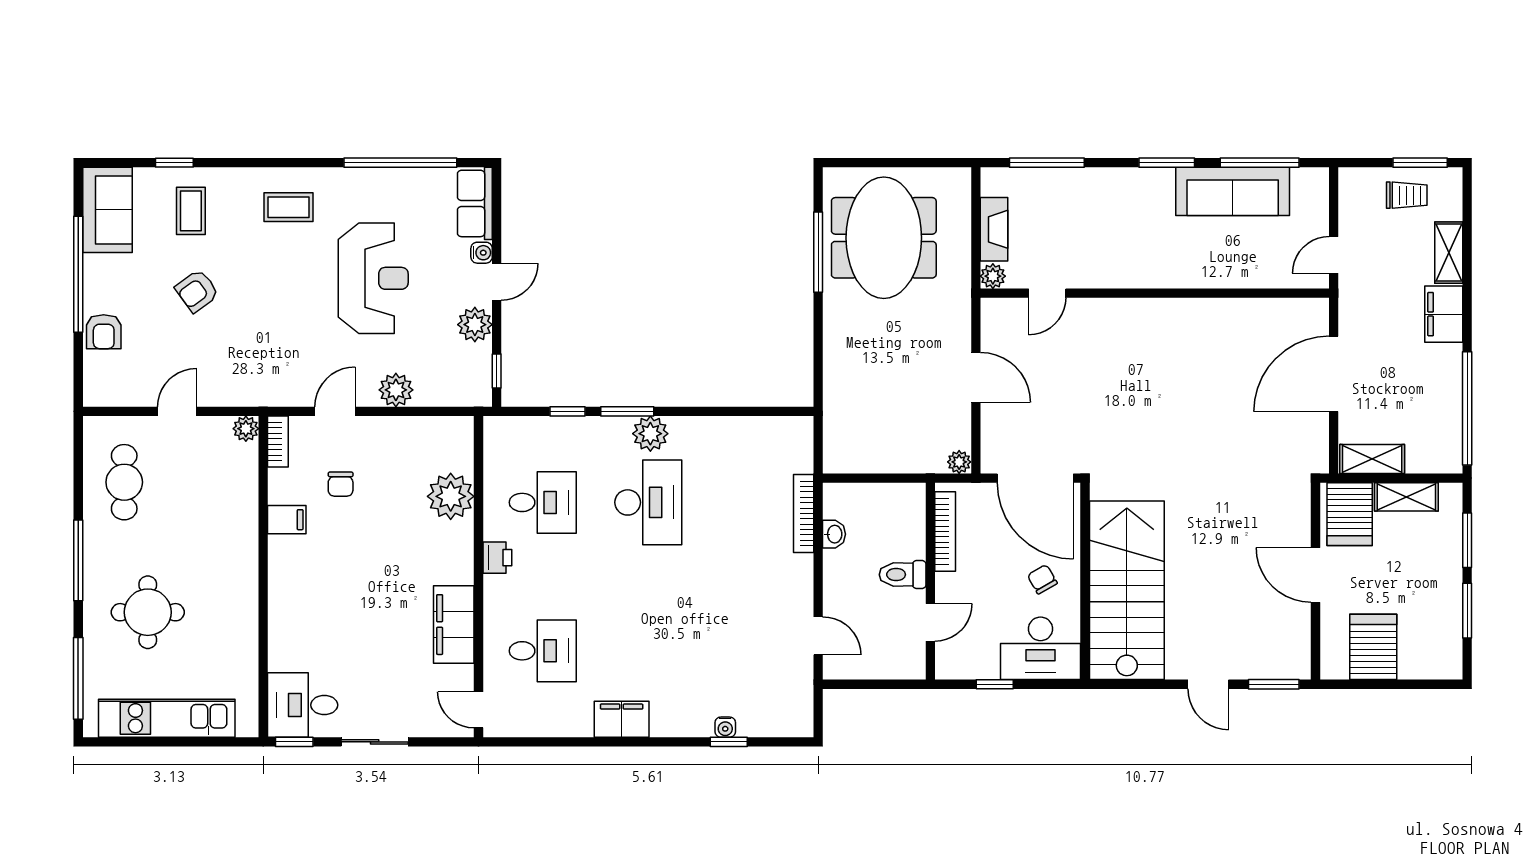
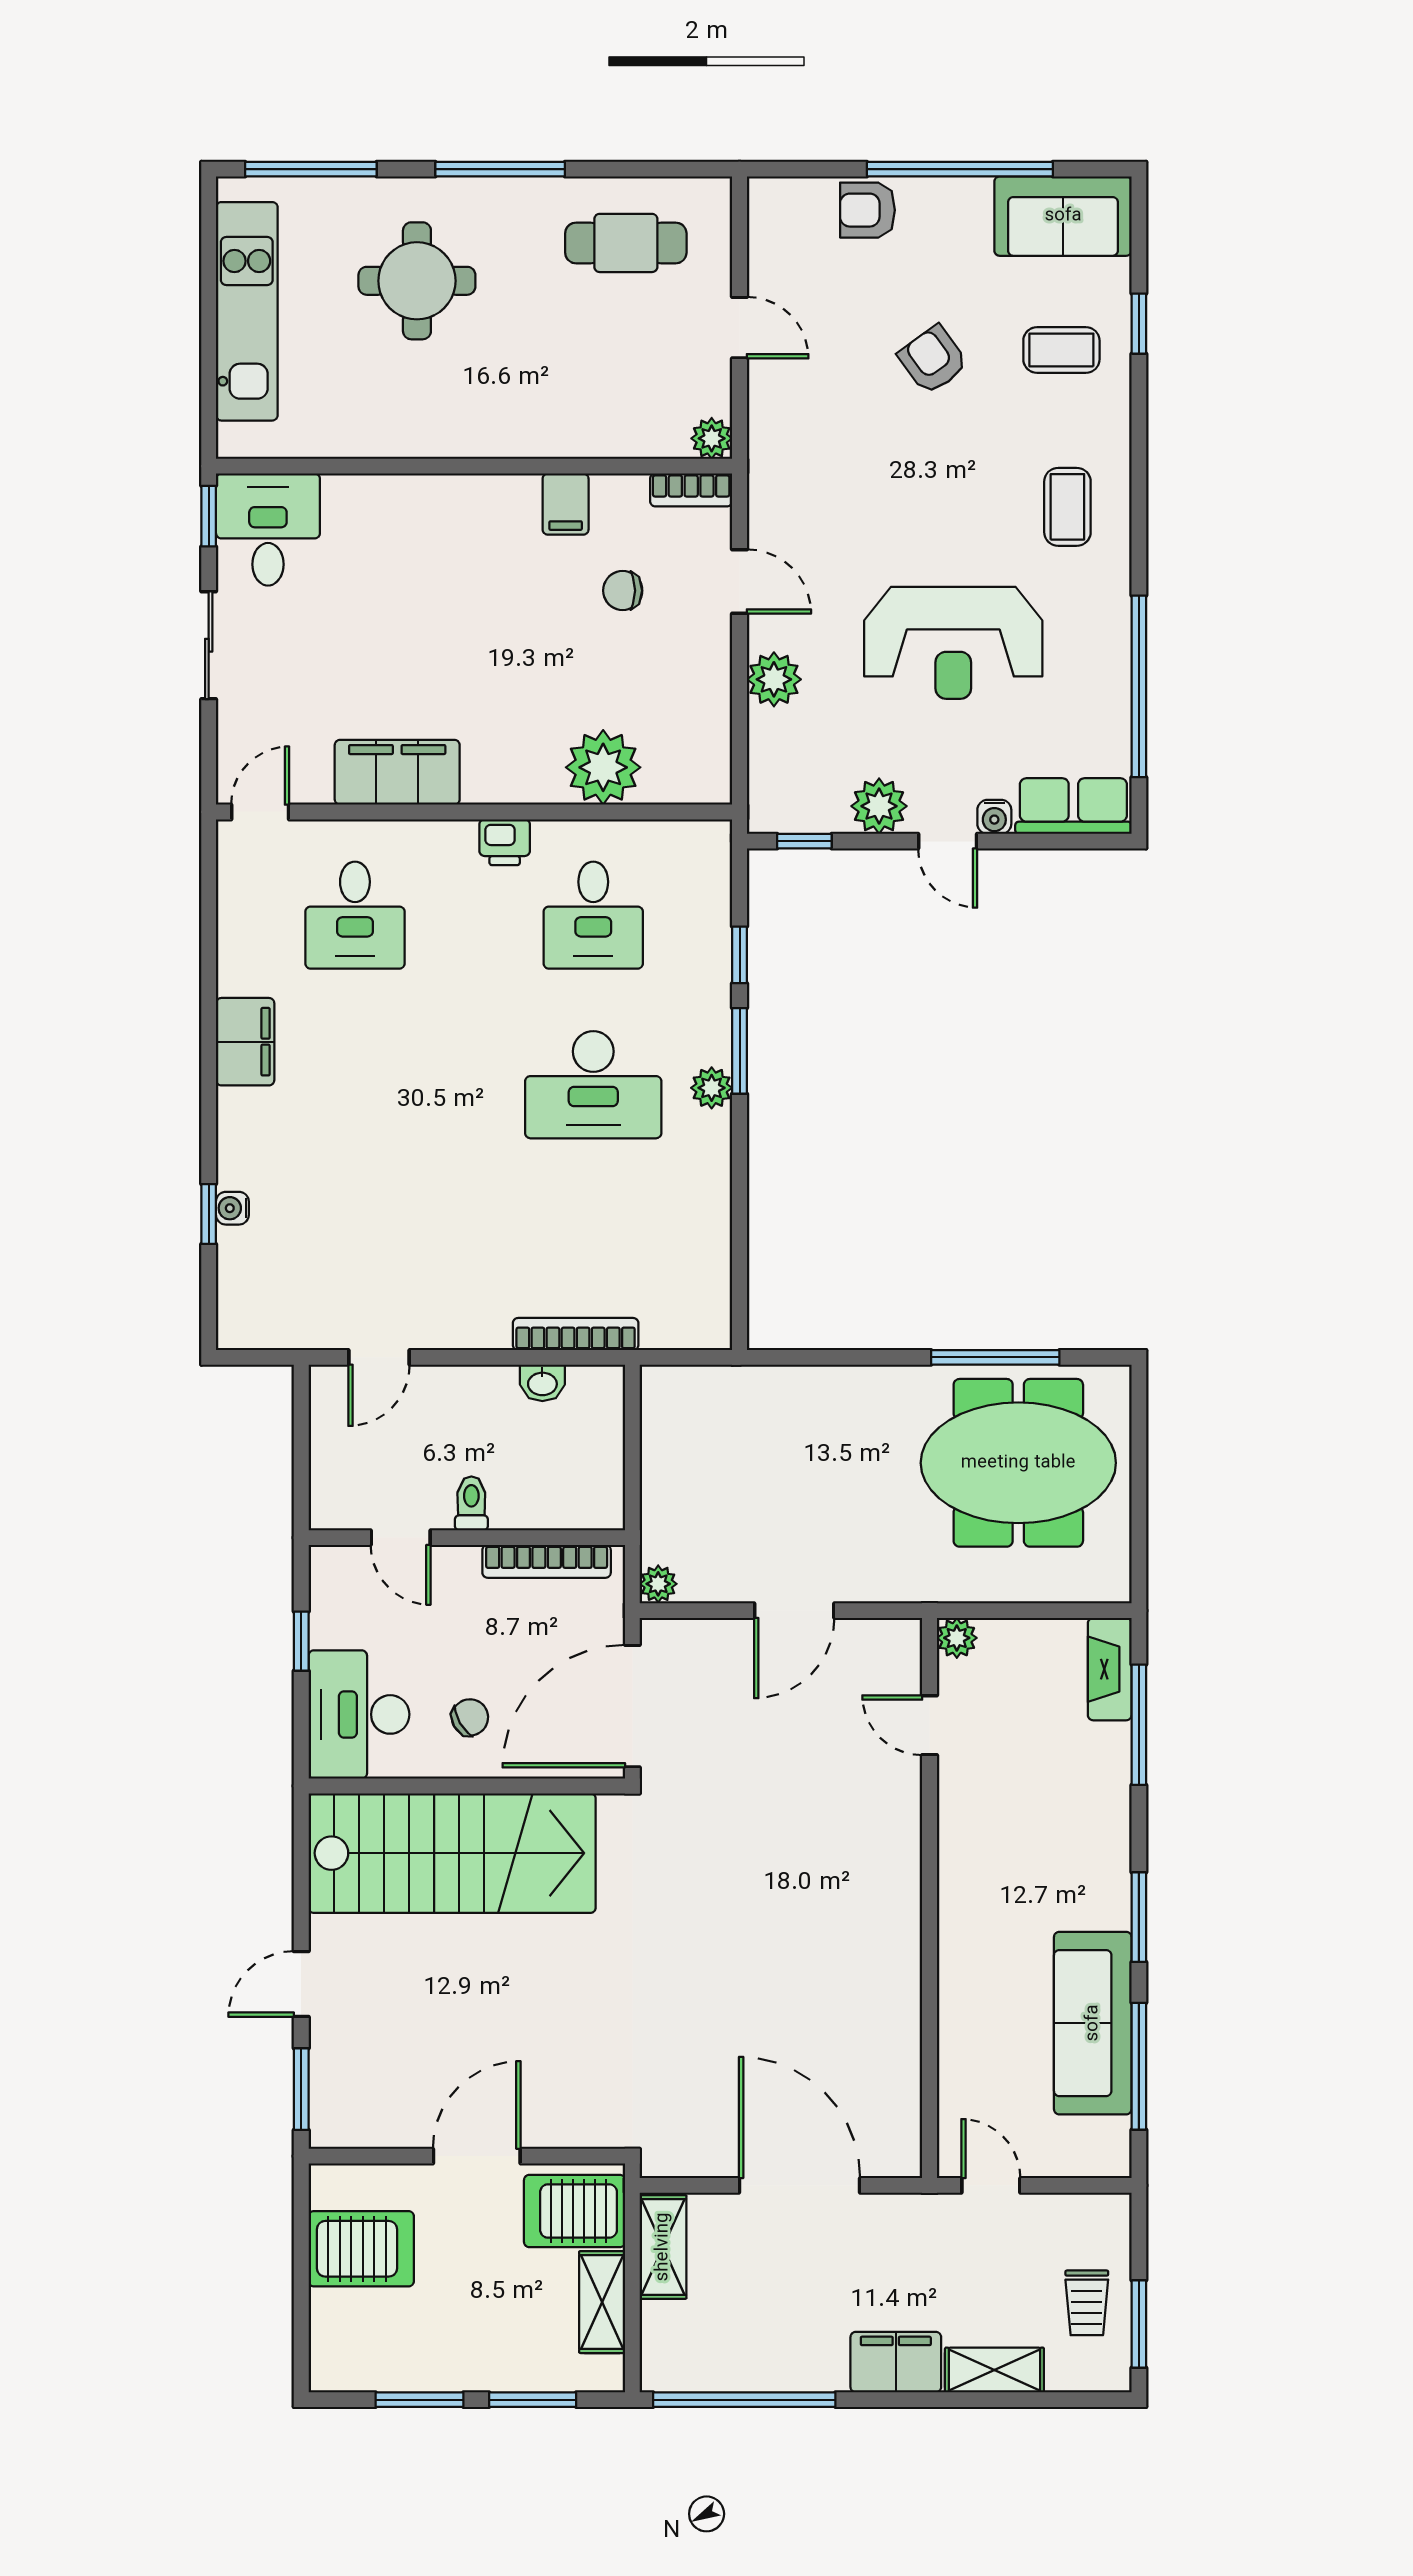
fireplace: (994, 229) -> (1110, 1669), moved, turned 90
plant: (650, 434) -> (712, 1088), width x0.73, depth x0.73
toilet: (903, 575) -> (471, 1503), width x0.73, depth x0.72

